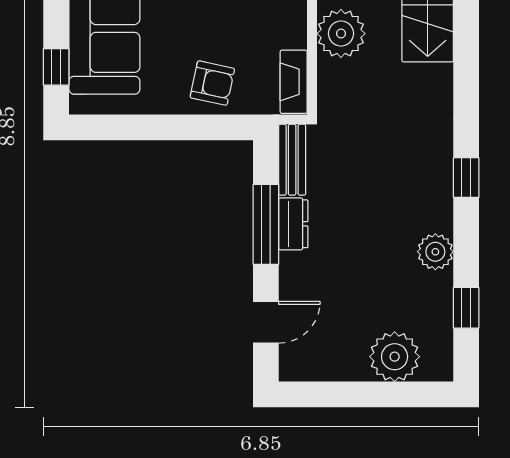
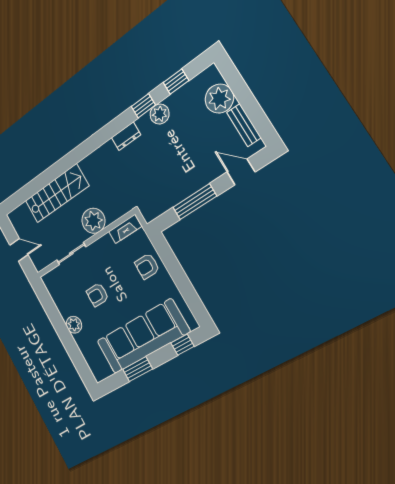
armchair: (212, 83) -> (147, 266), turned -102
bench: (292, 160) -> (244, 125), moved, turned 90
window: (466, 178) -> (143, 106), moved
dresser: (293, 224) -> (126, 136), moved, turned 180

